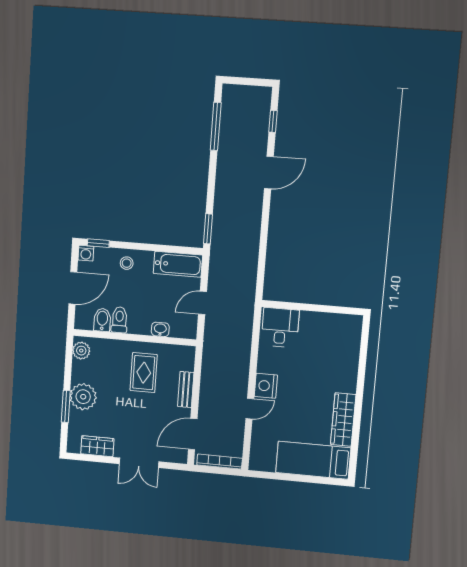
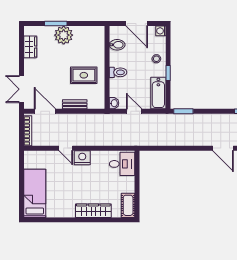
window: (98, 243) -> (168, 73), moved
toilet: (119, 320) -> (118, 72), moved
cot: (344, 324) -> (128, 205), added
washbasin: (160, 329) -> (114, 103), moved
plant: (81, 351) -> (95, 32), removed
wardrobe: (343, 420) -> (93, 211), moved
double door: (139, 463) -> (22, 89), moved

